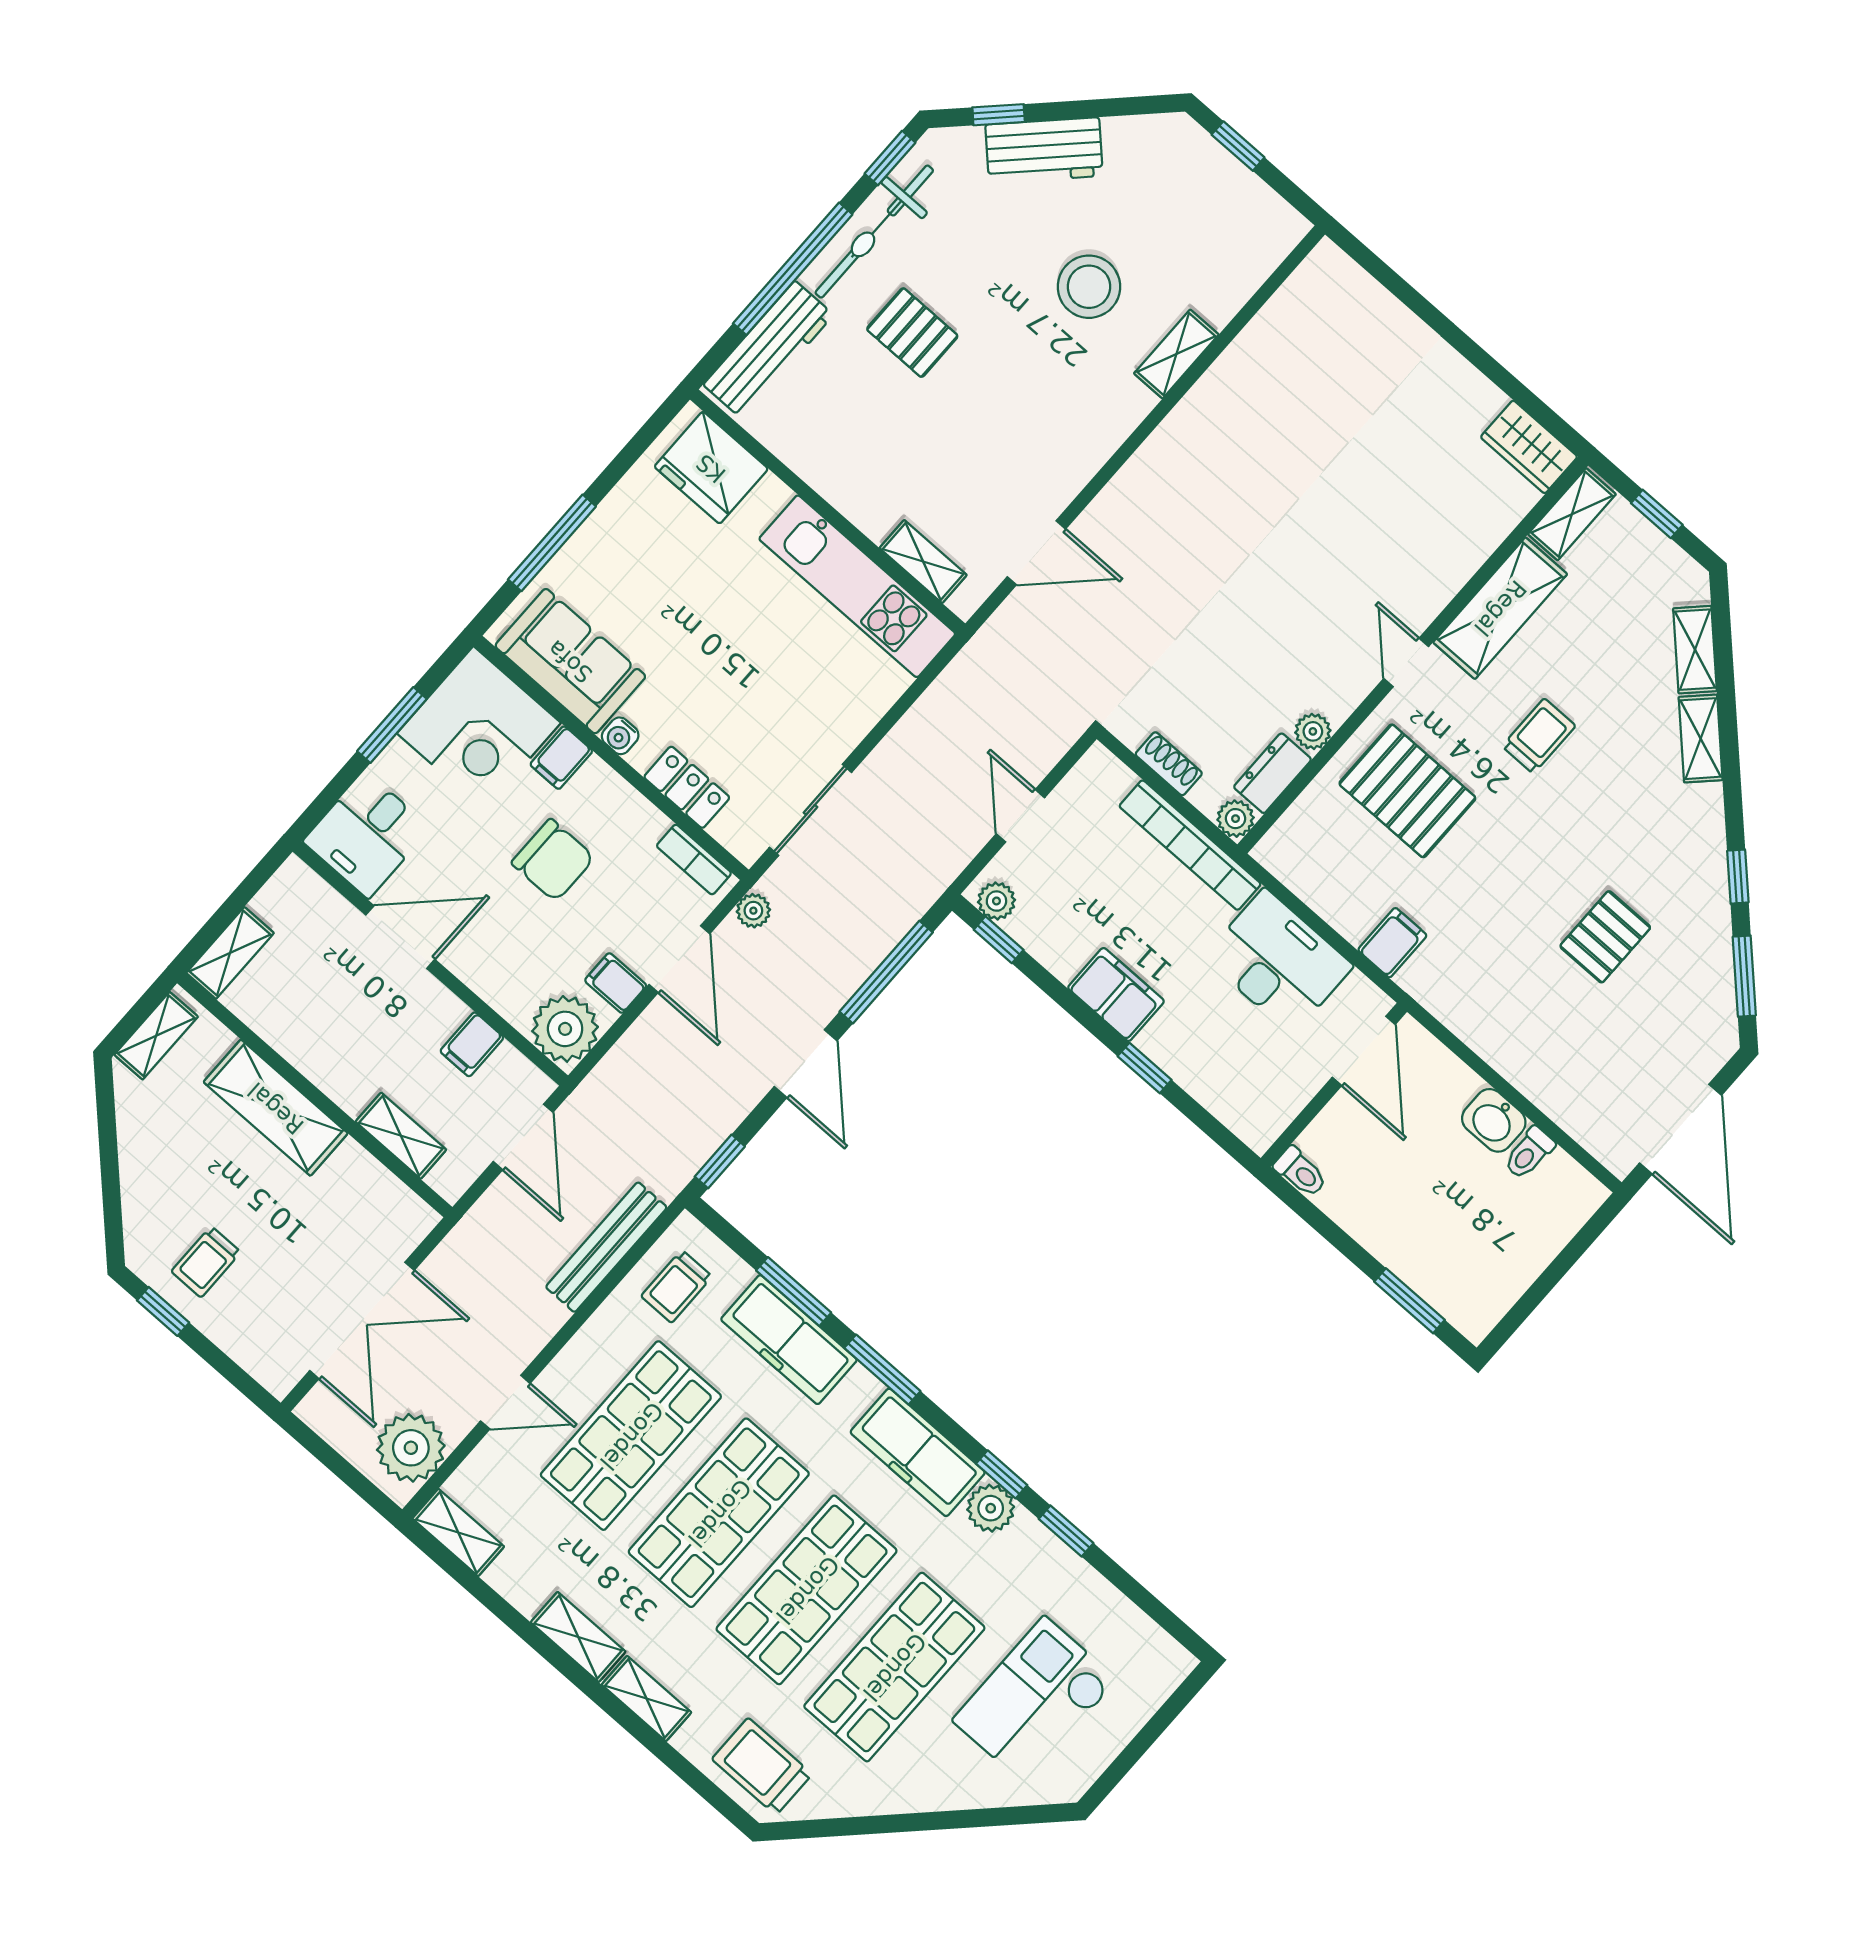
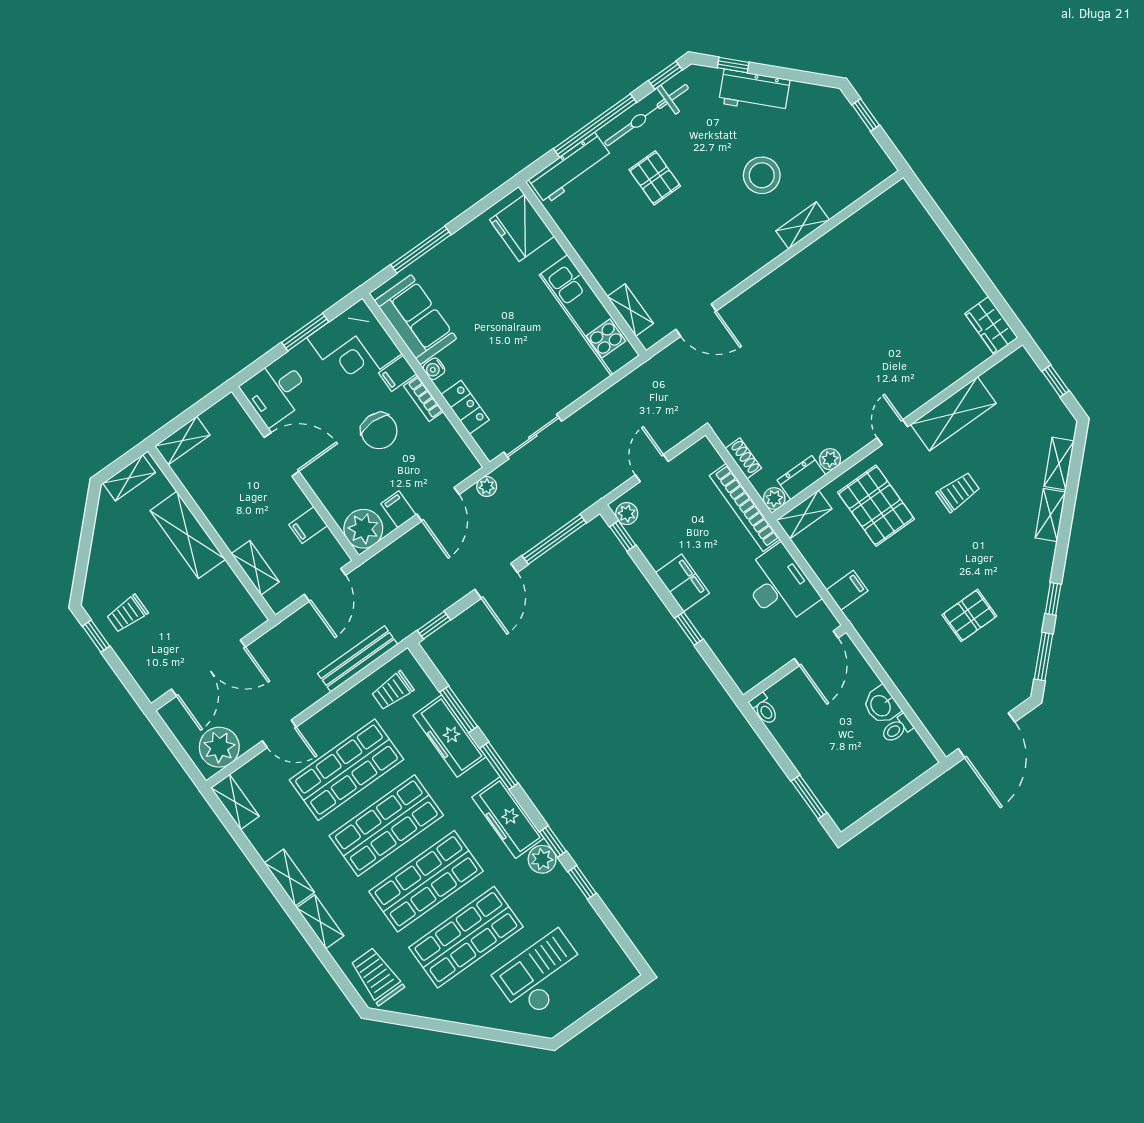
shelving: (1572, 514) -> (804, 514), moved
bookcase: (694, 860) -> (423, 399), moved

